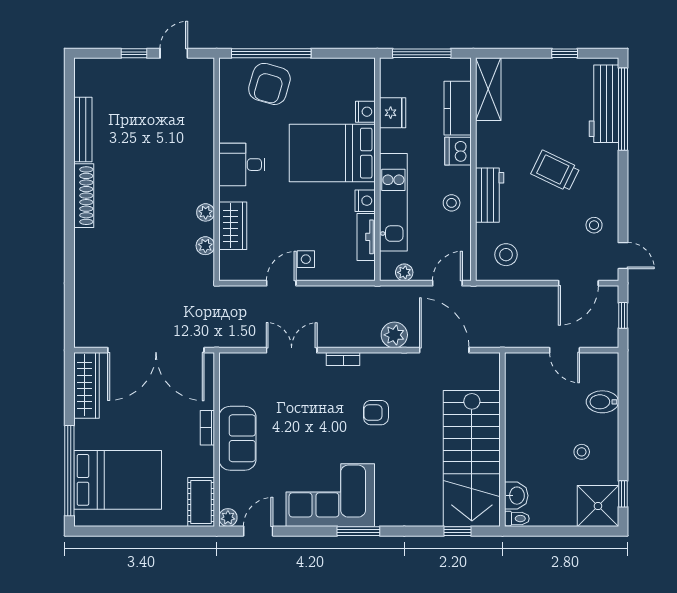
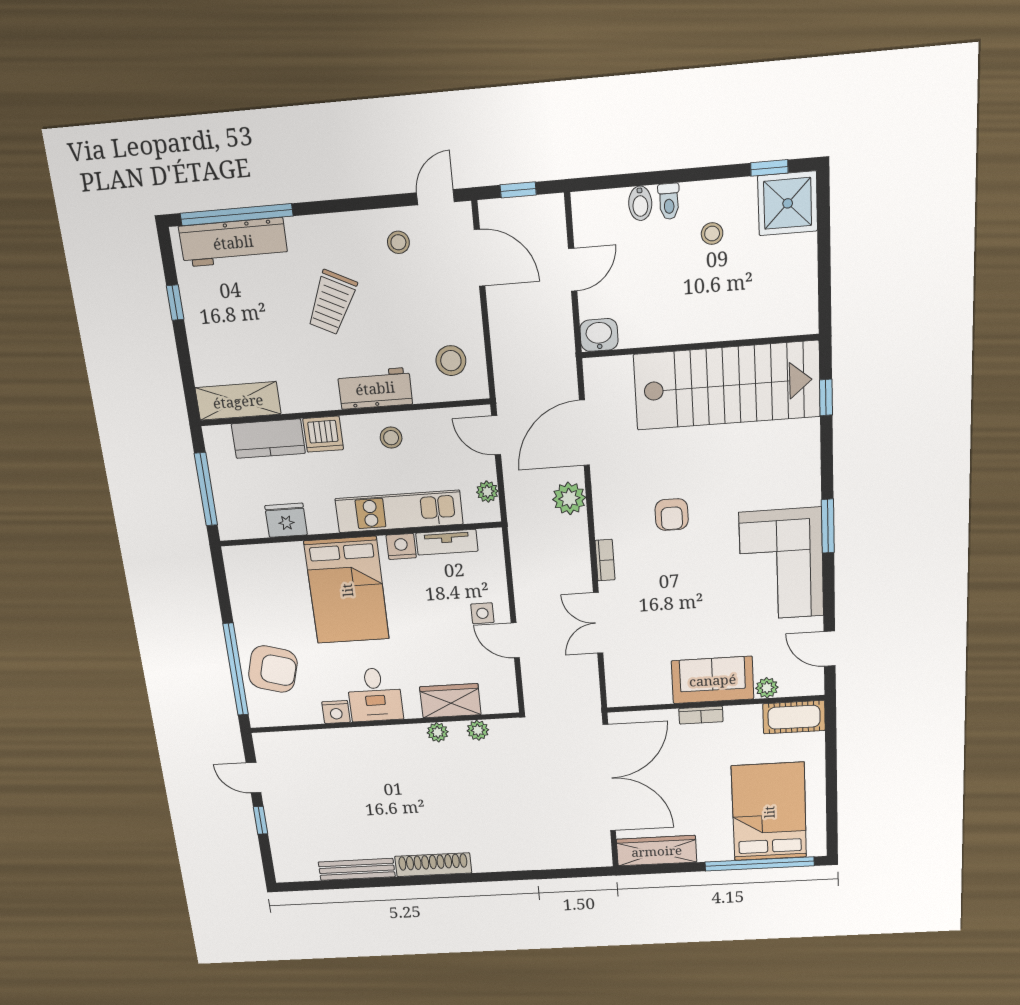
nightstand: (365, 112) -> (336, 712), moved, turned 180
bidet: (602, 402) -> (640, 203), width x0.72, depth x0.74
washbasin: (516, 496) -> (599, 335), moved
plant: (228, 518) -> (767, 688), moved
toilet: (517, 519) -> (669, 201), moved, turned 180

